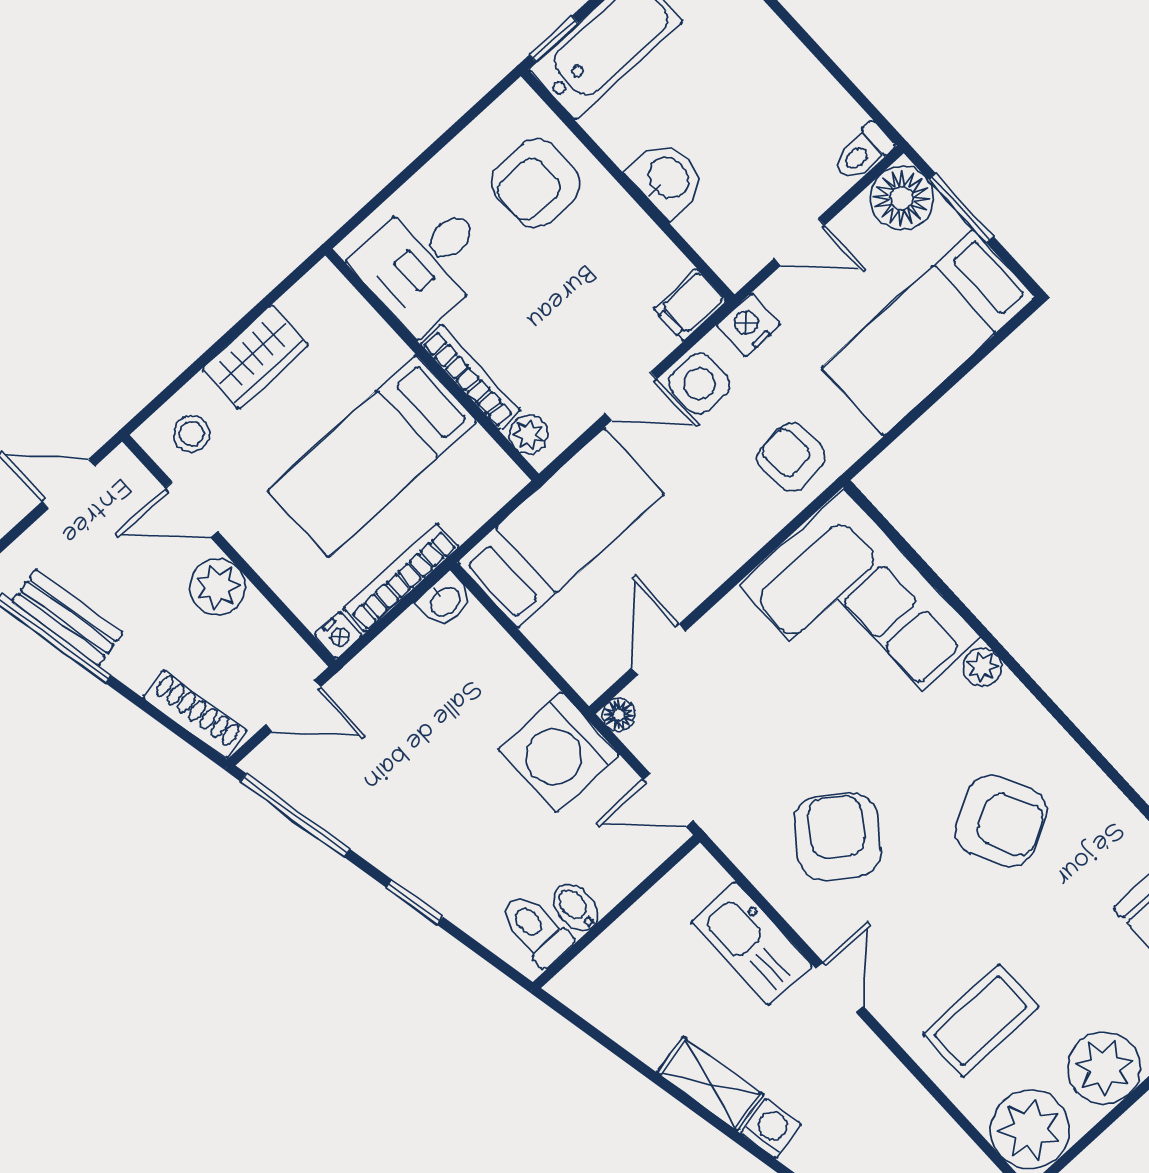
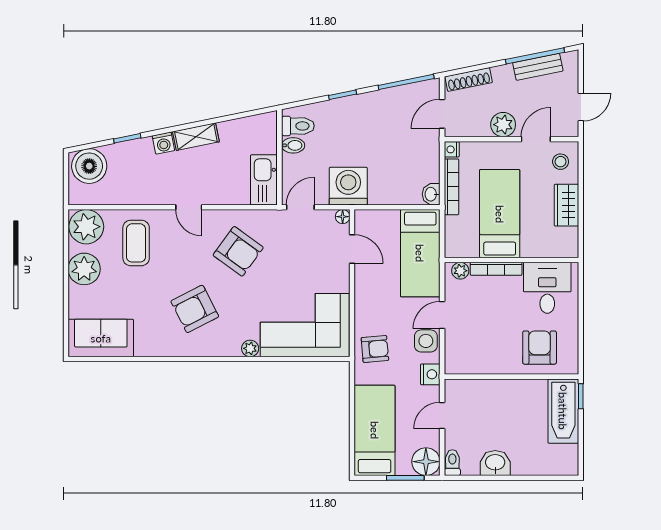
washbasin: (667, 179) -> (495, 463), moved, turned 180
filing cabinet: (690, 305) -> (454, 361), removed
kitchen sink: (752, 944) -> (264, 180), moved, turned -90

